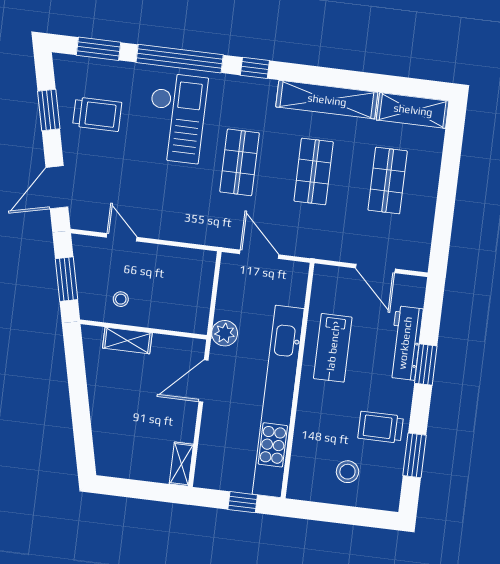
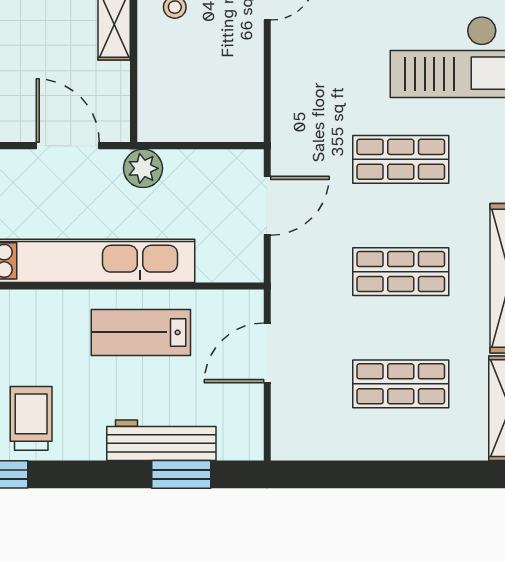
door: (375, 268) -> (267, 353), moved
window: (426, 365) -> (181, 474), moved

